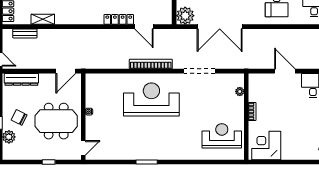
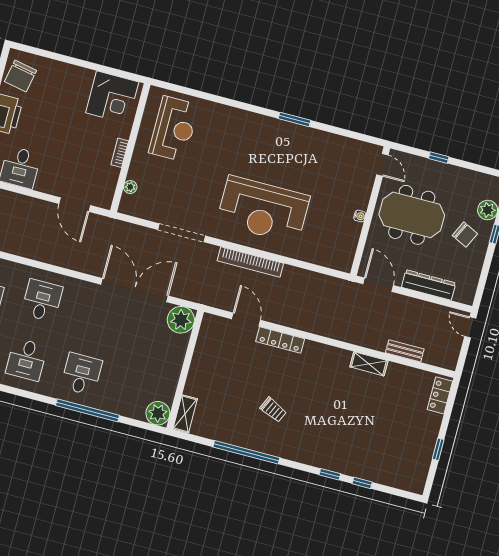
shelving: (43, 19) -> (369, 364), moved
bench: (25, 33) -> (405, 351), moved
door: (66, 71) -> (378, 285), hinge flipped
door: (285, 71) -> (75, 205), moved
dresser: (21, 79) -> (429, 285), moved
reception desk: (222, 136) -> (174, 129), turned -90
door: (83, 148) -> (382, 165), swing flipped

